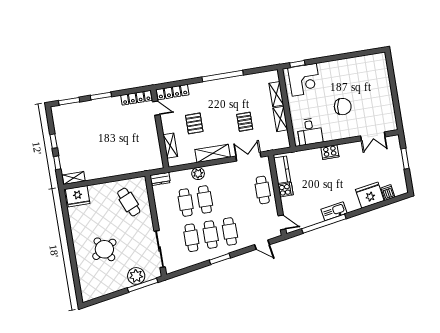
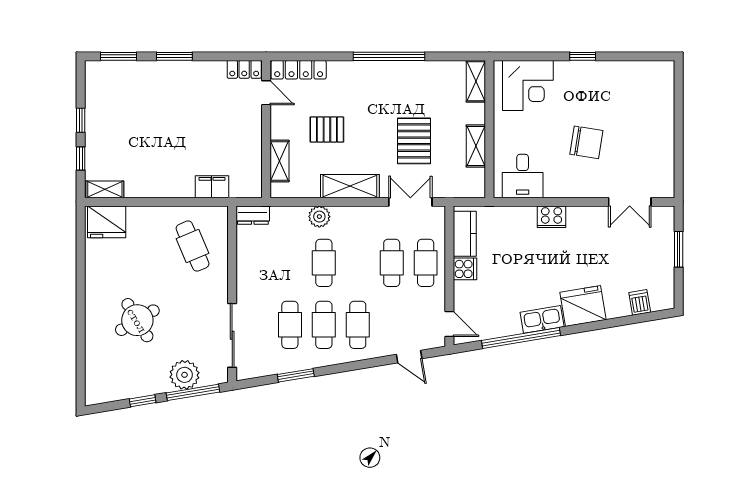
window: (297, 64) -> (583, 56), moved
shelving: (276, 94) -> (476, 81), moved
locker: (136, 98) -> (244, 69), width x0.66
pallet: (245, 122) -> (414, 141), width x1.50, depth x1.42
pallet: (194, 123) -> (327, 129), turned 90
filing cabinet: (134, 167) -> (212, 187), added
fridge: (370, 195) -> (583, 306), moved
cafe table: (186, 203) -> (392, 263), moved
window: (220, 259) -> (296, 375), moved
window: (115, 295) -> (143, 401), added

